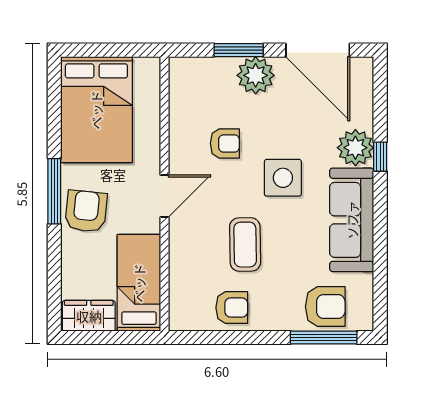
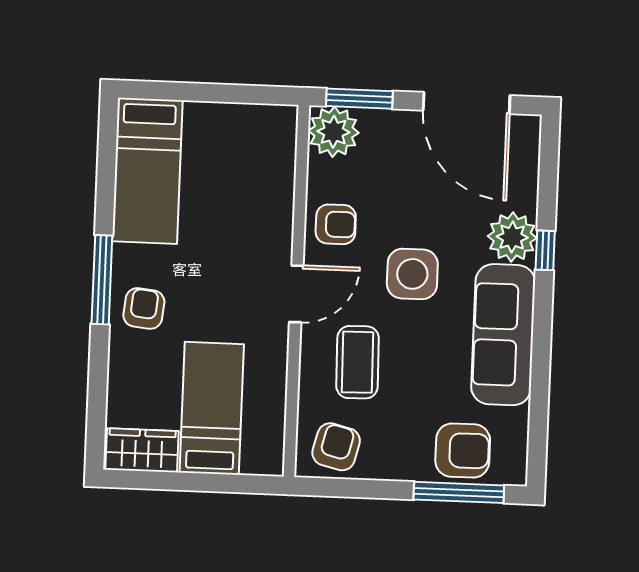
plant: (256, 75) -> (334, 132), moved
bed: (96, 110) -> (147, 171), width x0.67
wall: (165, 194) -> (296, 291), moved
door: (165, 196) -> (296, 294), moved
armchair: (86, 211) -> (144, 308), width x0.72, depth x0.72
armchair: (232, 308) -> (336, 447), turned -76

